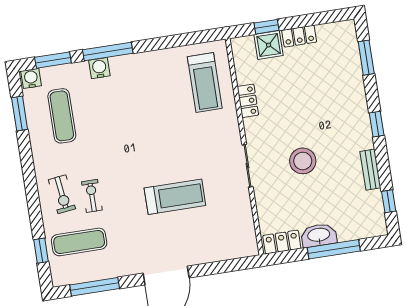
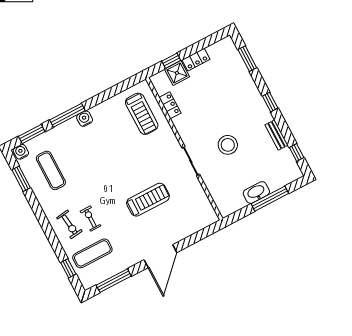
water cooler: (99, 68) -> (85, 119), moved
locker: (248, 101) -> (170, 105), moved
locker: (282, 242) -> (232, 206), removed

